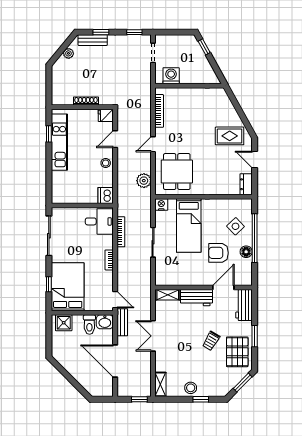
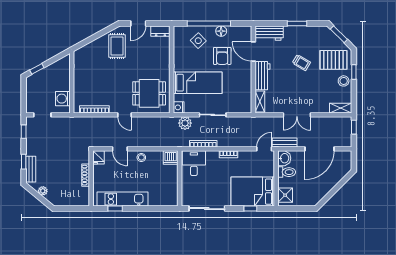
plant: (144, 181) -> (185, 123), moved
pallet: (237, 352) -> (333, 60), moved

